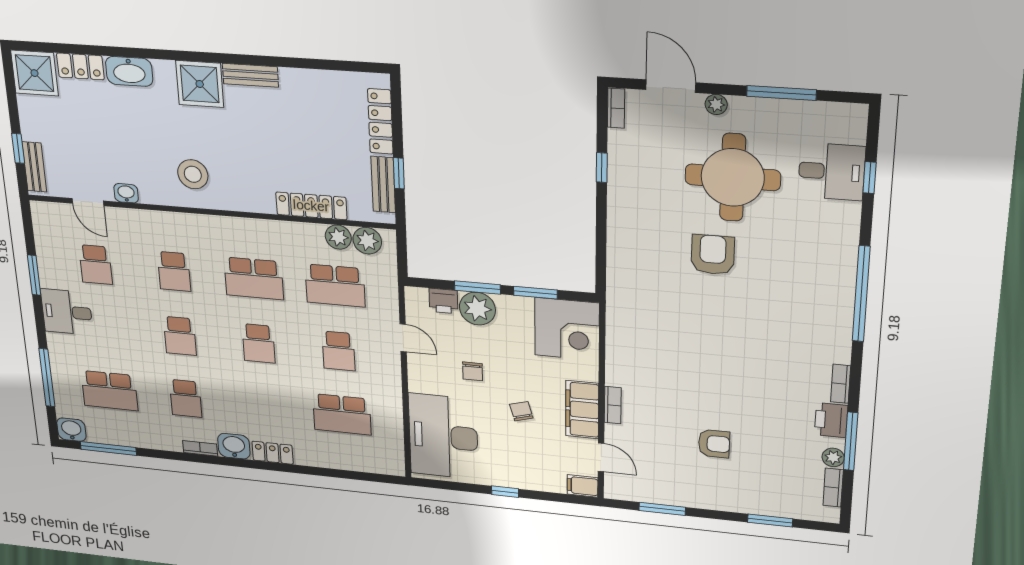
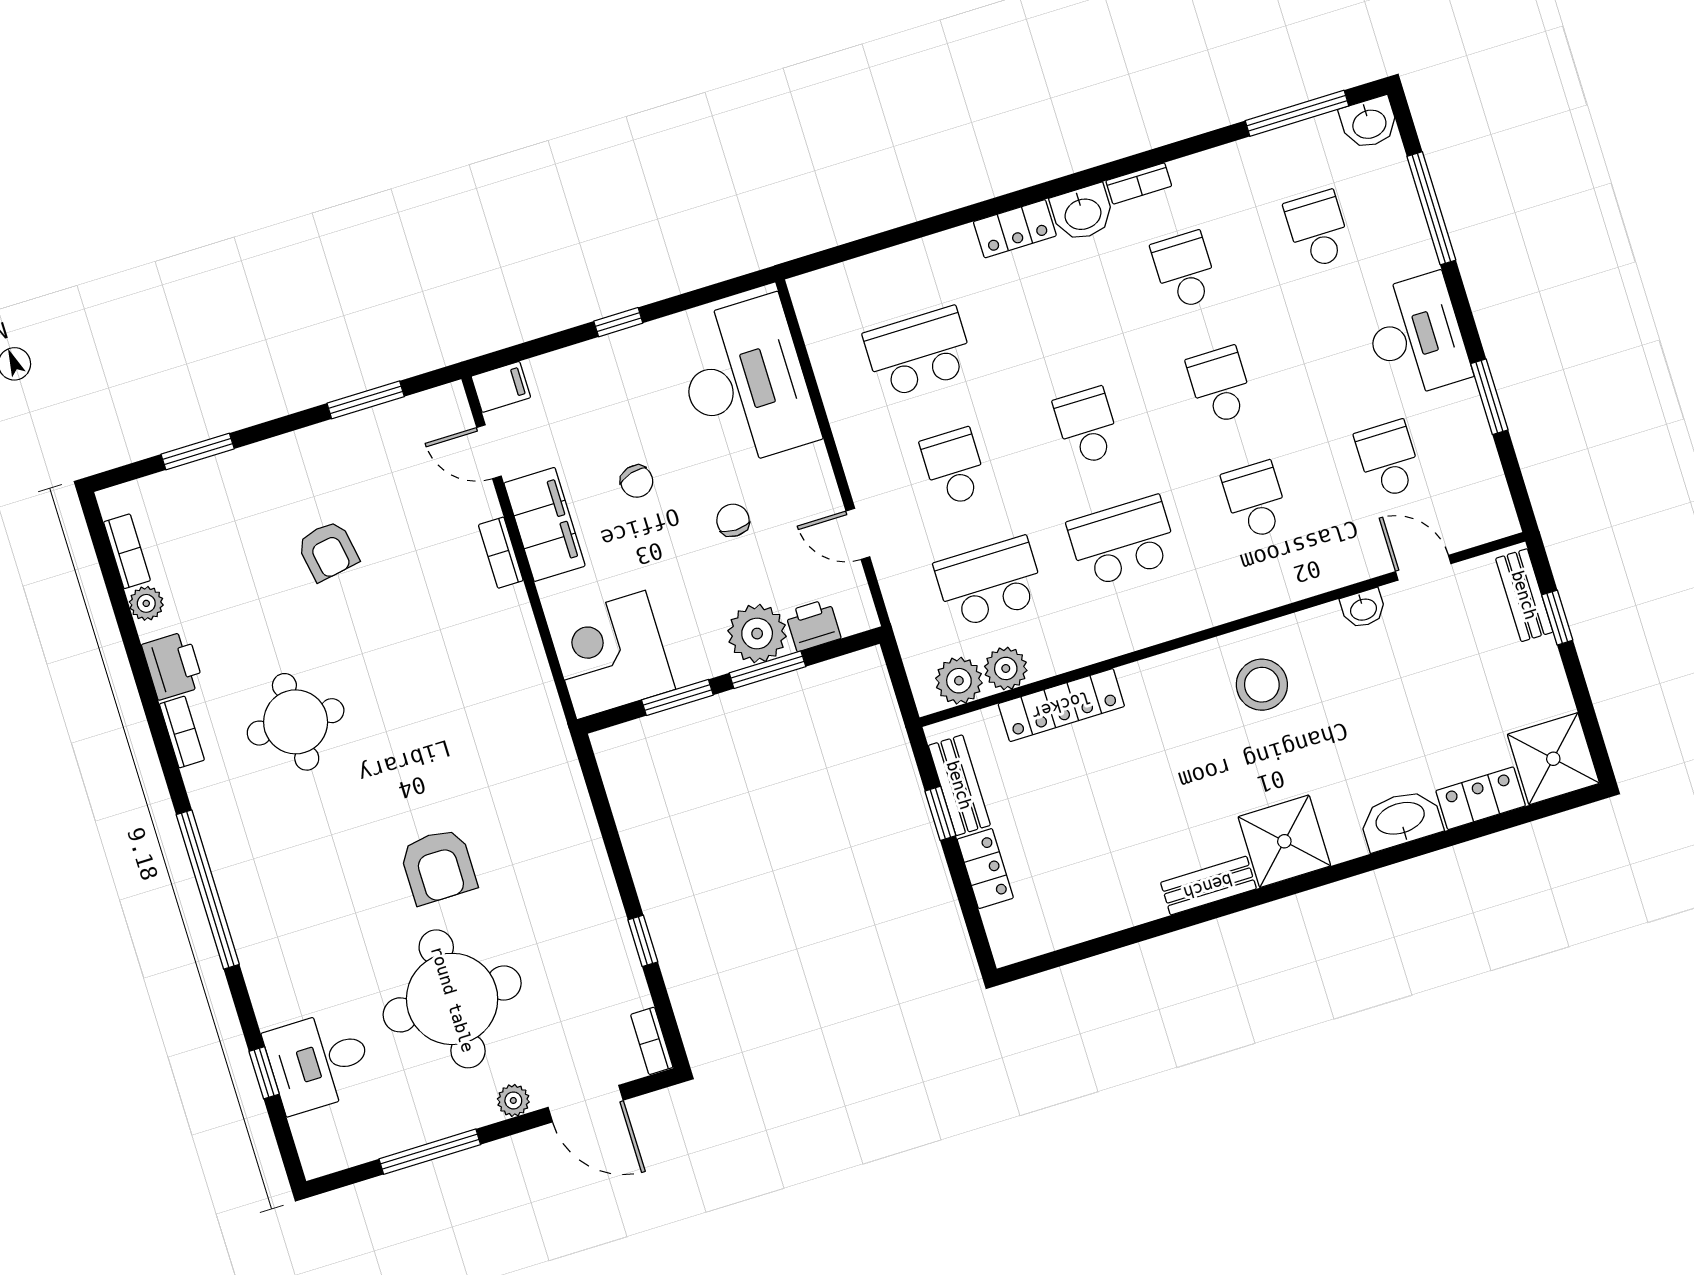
locker: (380, 121) -> (985, 869), width x0.66
desk: (67, 312) -> (1416, 336), width x1.37
round table: (769, 364) -> (296, 722), added
school desk: (109, 391) -> (1318, 229), width x0.54
window: (851, 441) -> (132, 642), removed
armchair: (714, 444) -> (328, 551), turned -100

